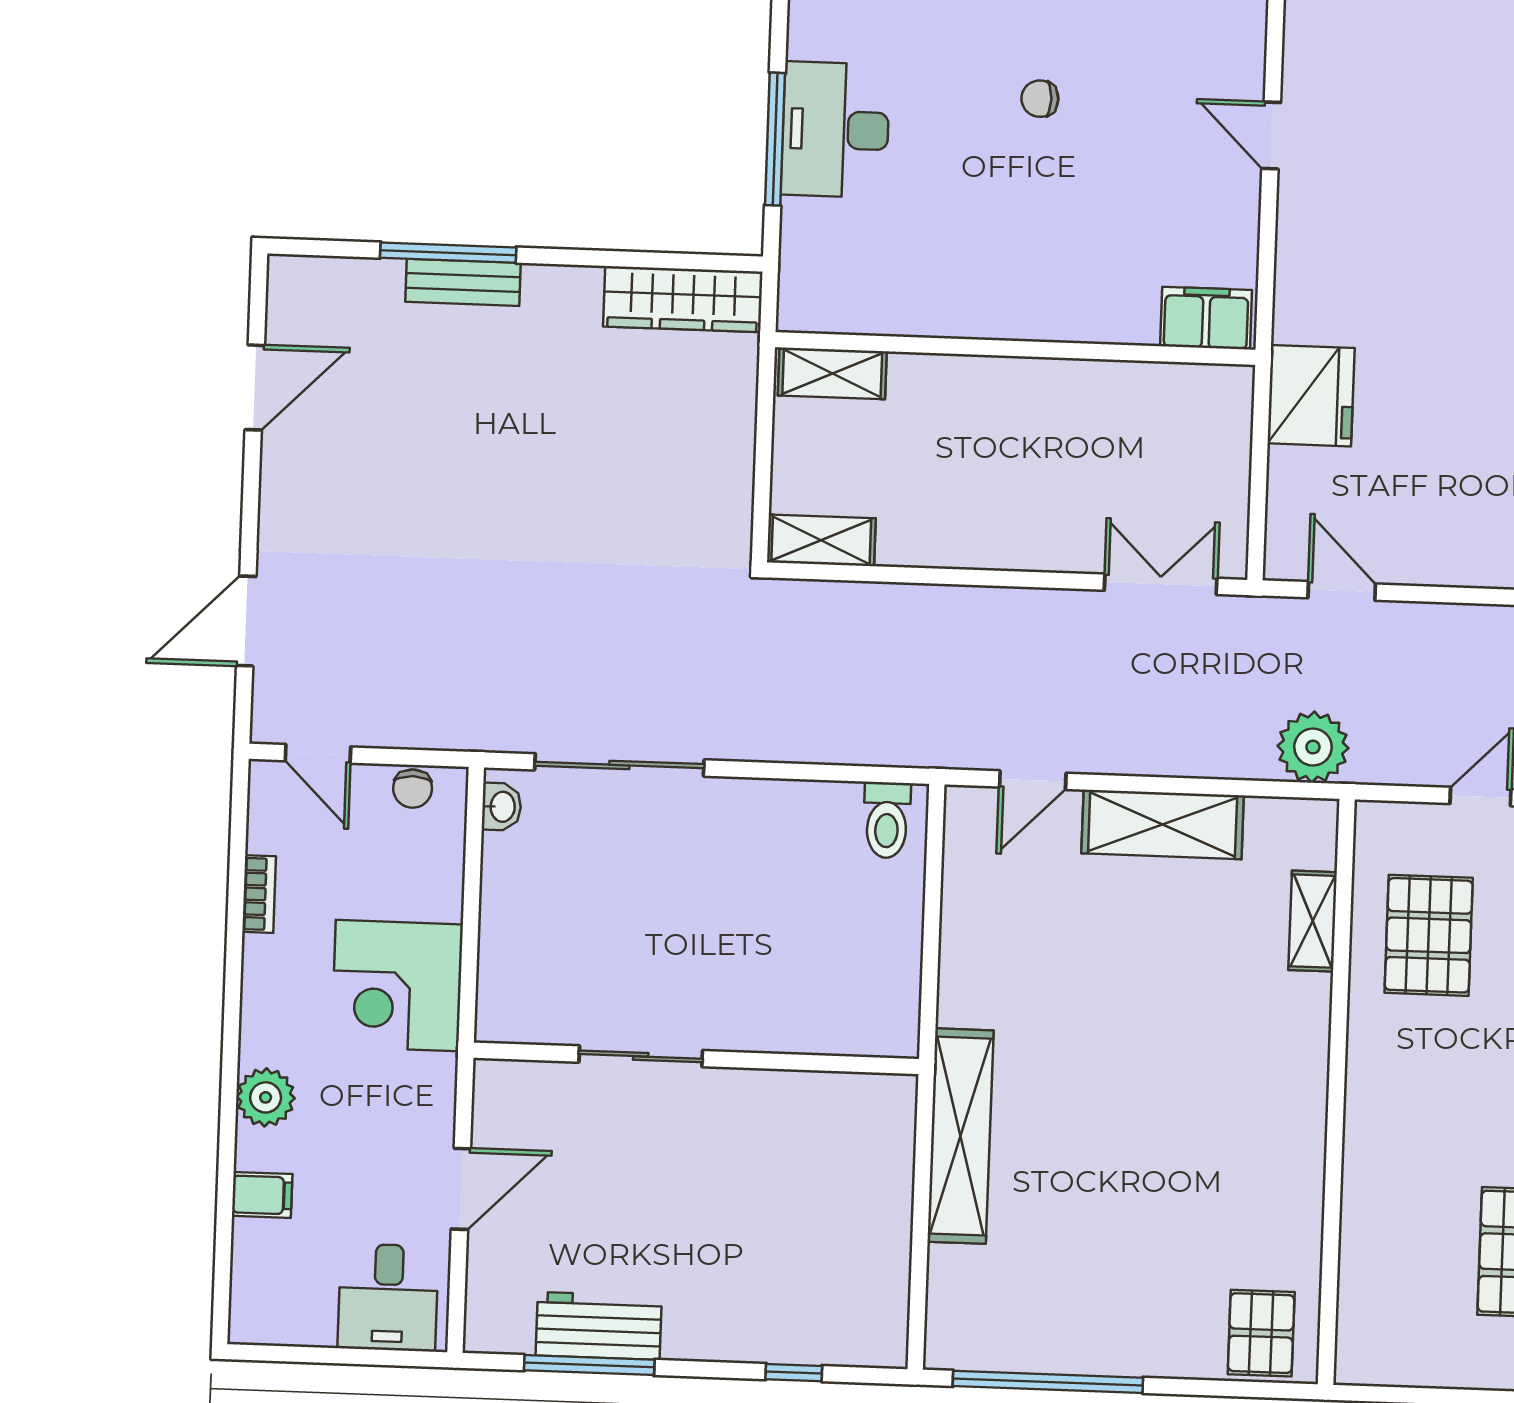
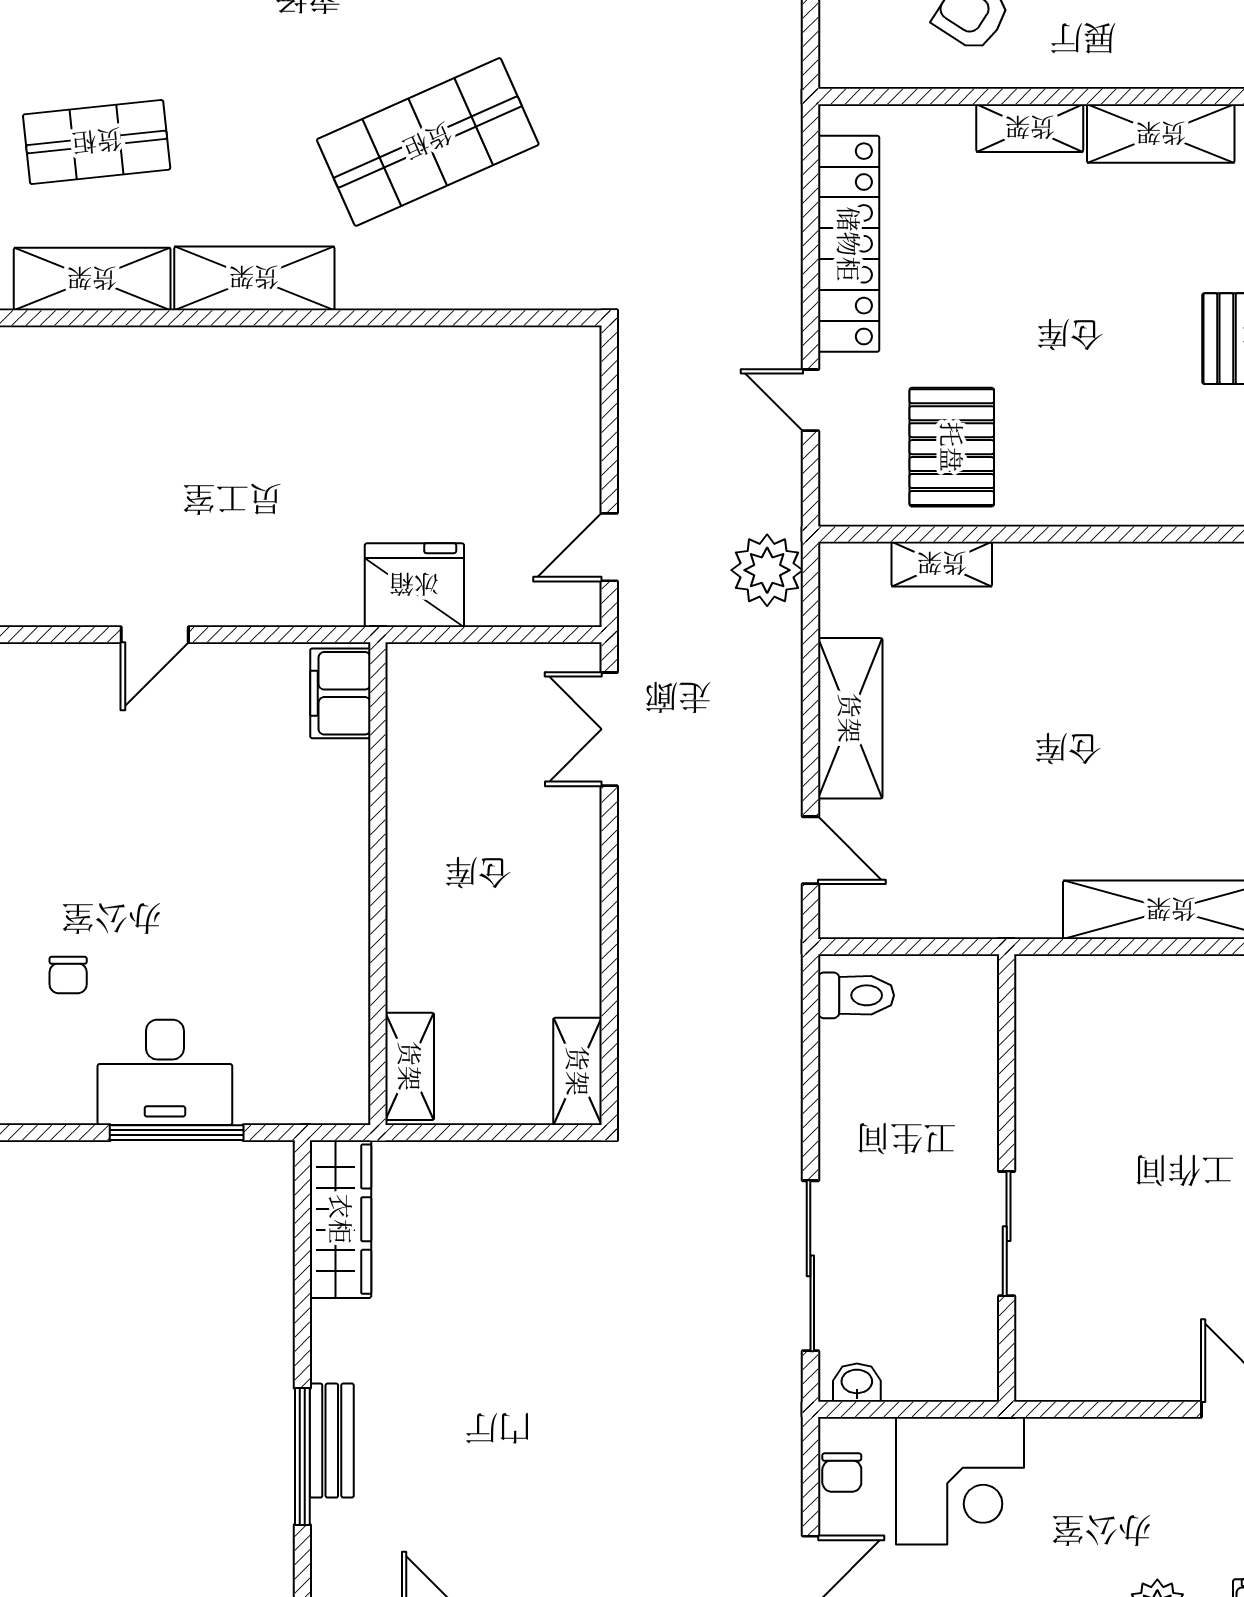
chair: (1040, 99) -> (68, 975), moved
chair: (413, 789) -> (842, 1473), turned 90
pallet: (1429, 935) -> (952, 447), turned 90
corner desk: (397, 986) -> (960, 1481), moved
sliding door: (641, 1056) -> (1007, 1234), moved
wall: (696, 1058) -> (1007, 1178), moved

